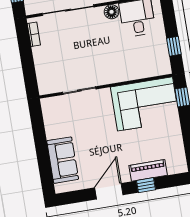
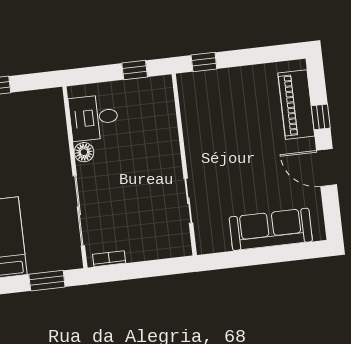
corner sofa: (145, 104) -> (211, 113), removed
sofa: (63, 160) -> (271, 229), width x1.36
piano: (148, 170) -> (296, 105), width x1.37, depth x1.33

